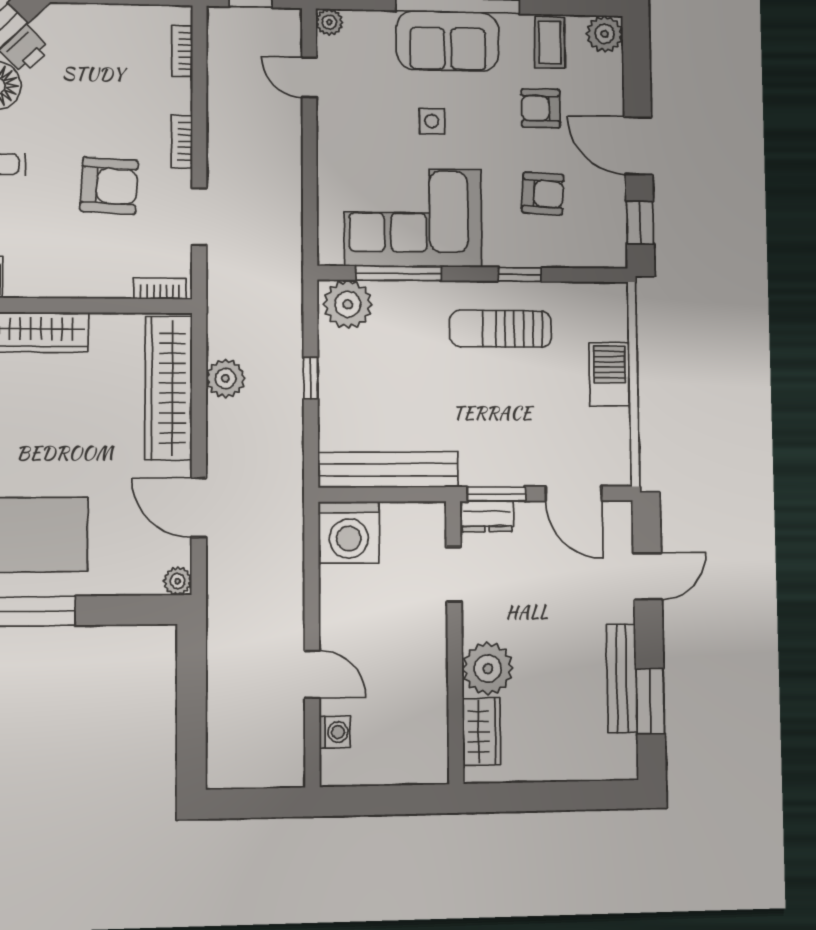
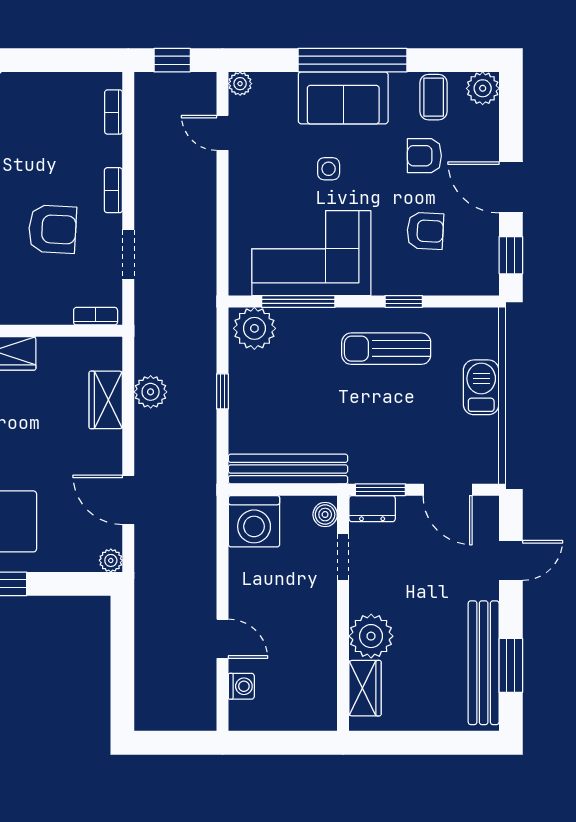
wardrobe: (169, 388) -> (106, 400), width x0.48, depth x0.85
boiler: (432, 524) -> (325, 515), added
bench: (622, 678) -> (484, 663), width x1.37, depth x1.21

